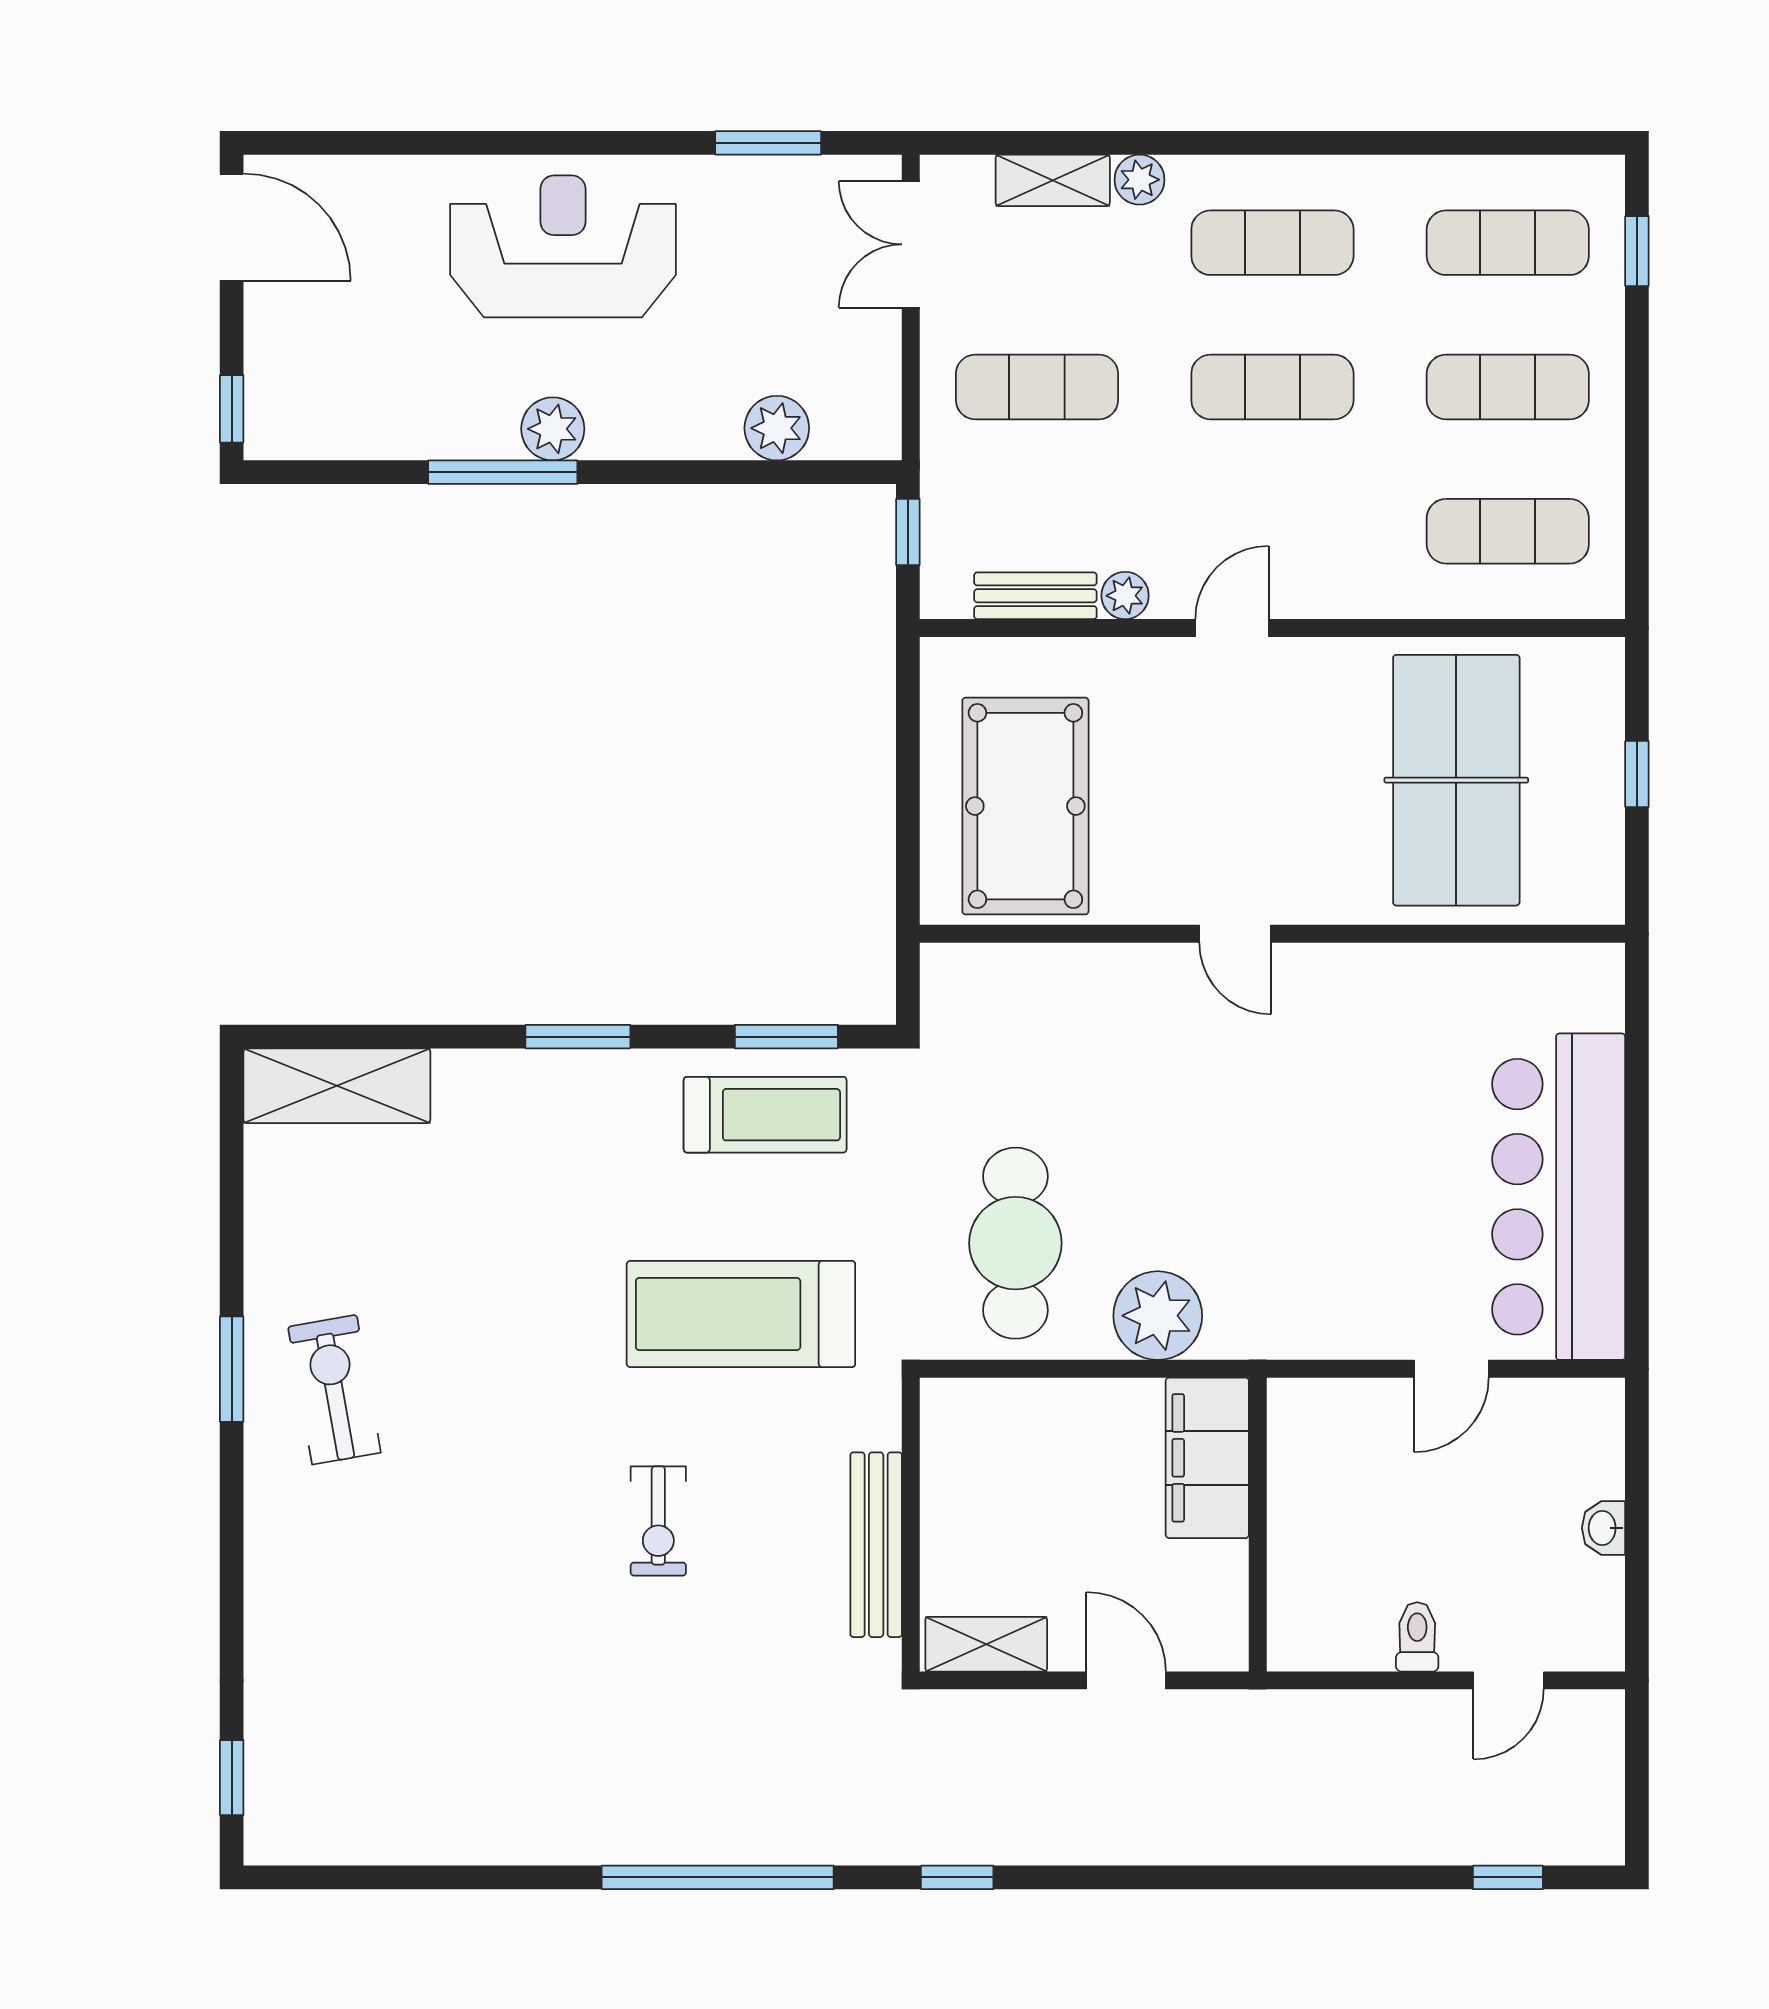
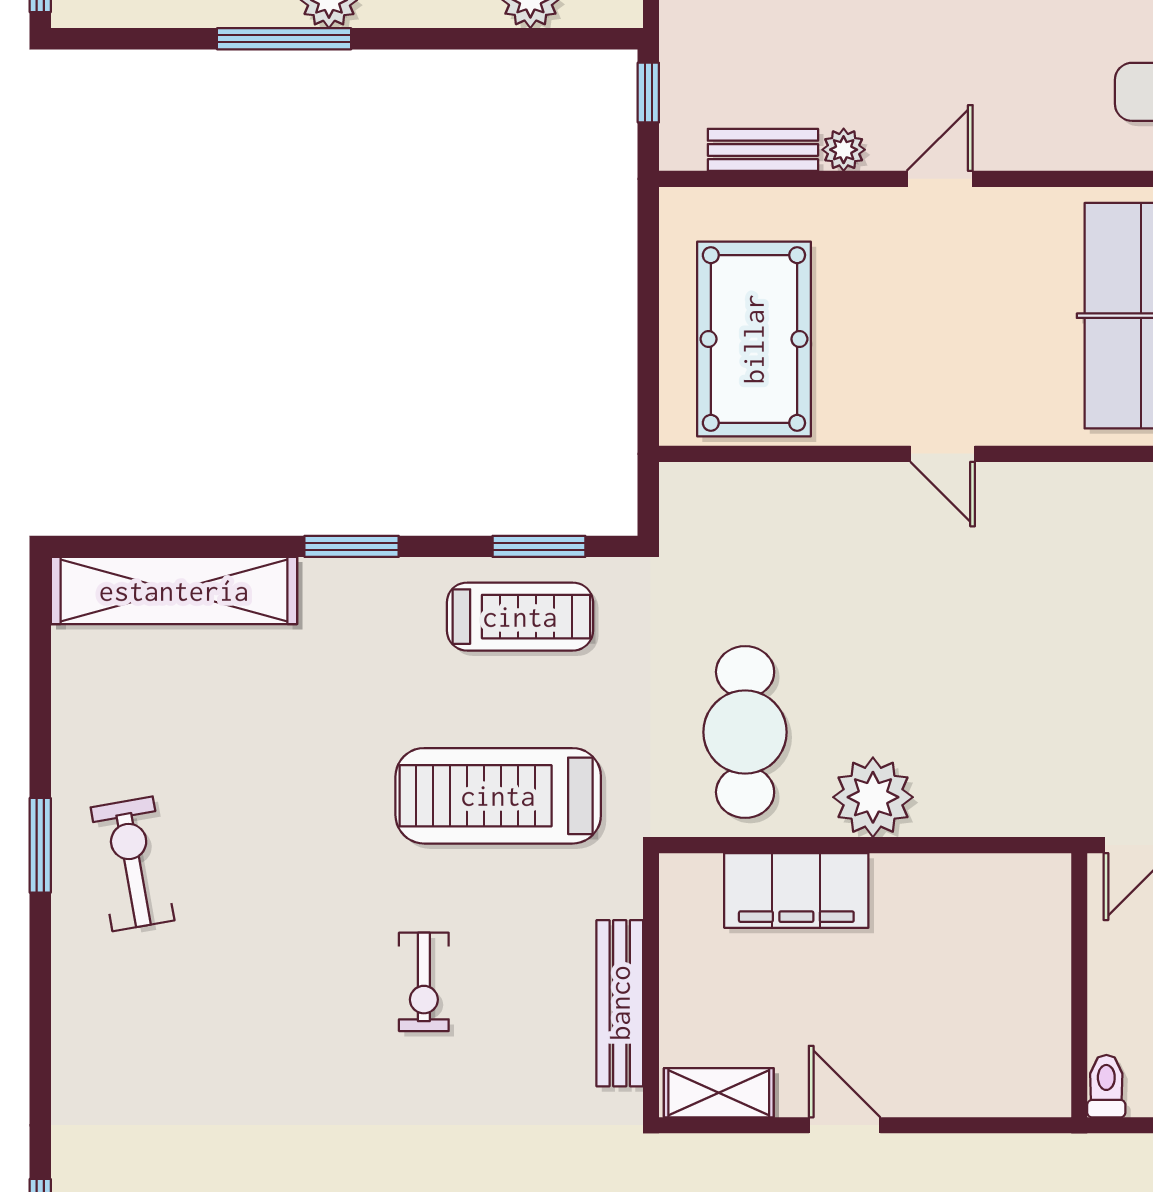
shelving: (337, 1086) -> (174, 591), width x1.47
filing cabinet: (1207, 1458) -> (796, 890), moved, turned -90
wall: (1258, 1525) -> (1079, 985), moved

